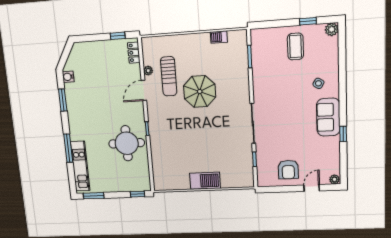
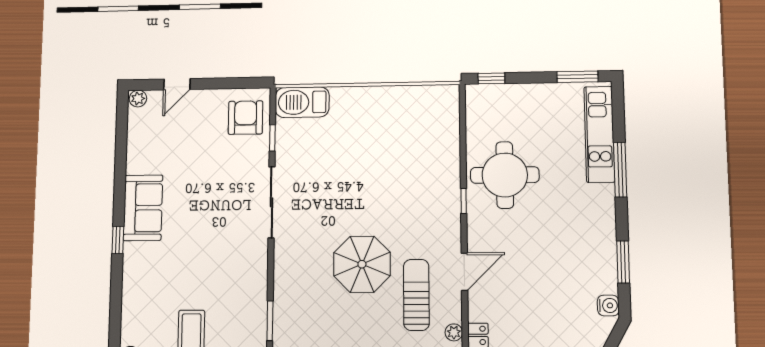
plant: (148, 71) -> (454, 332), moved
side table: (318, 83) -> (156, 267), removed
window: (343, 134) -> (118, 240), moved
armchair: (288, 170) -> (246, 118), moved
barbecue: (205, 181) -> (302, 102), moved

